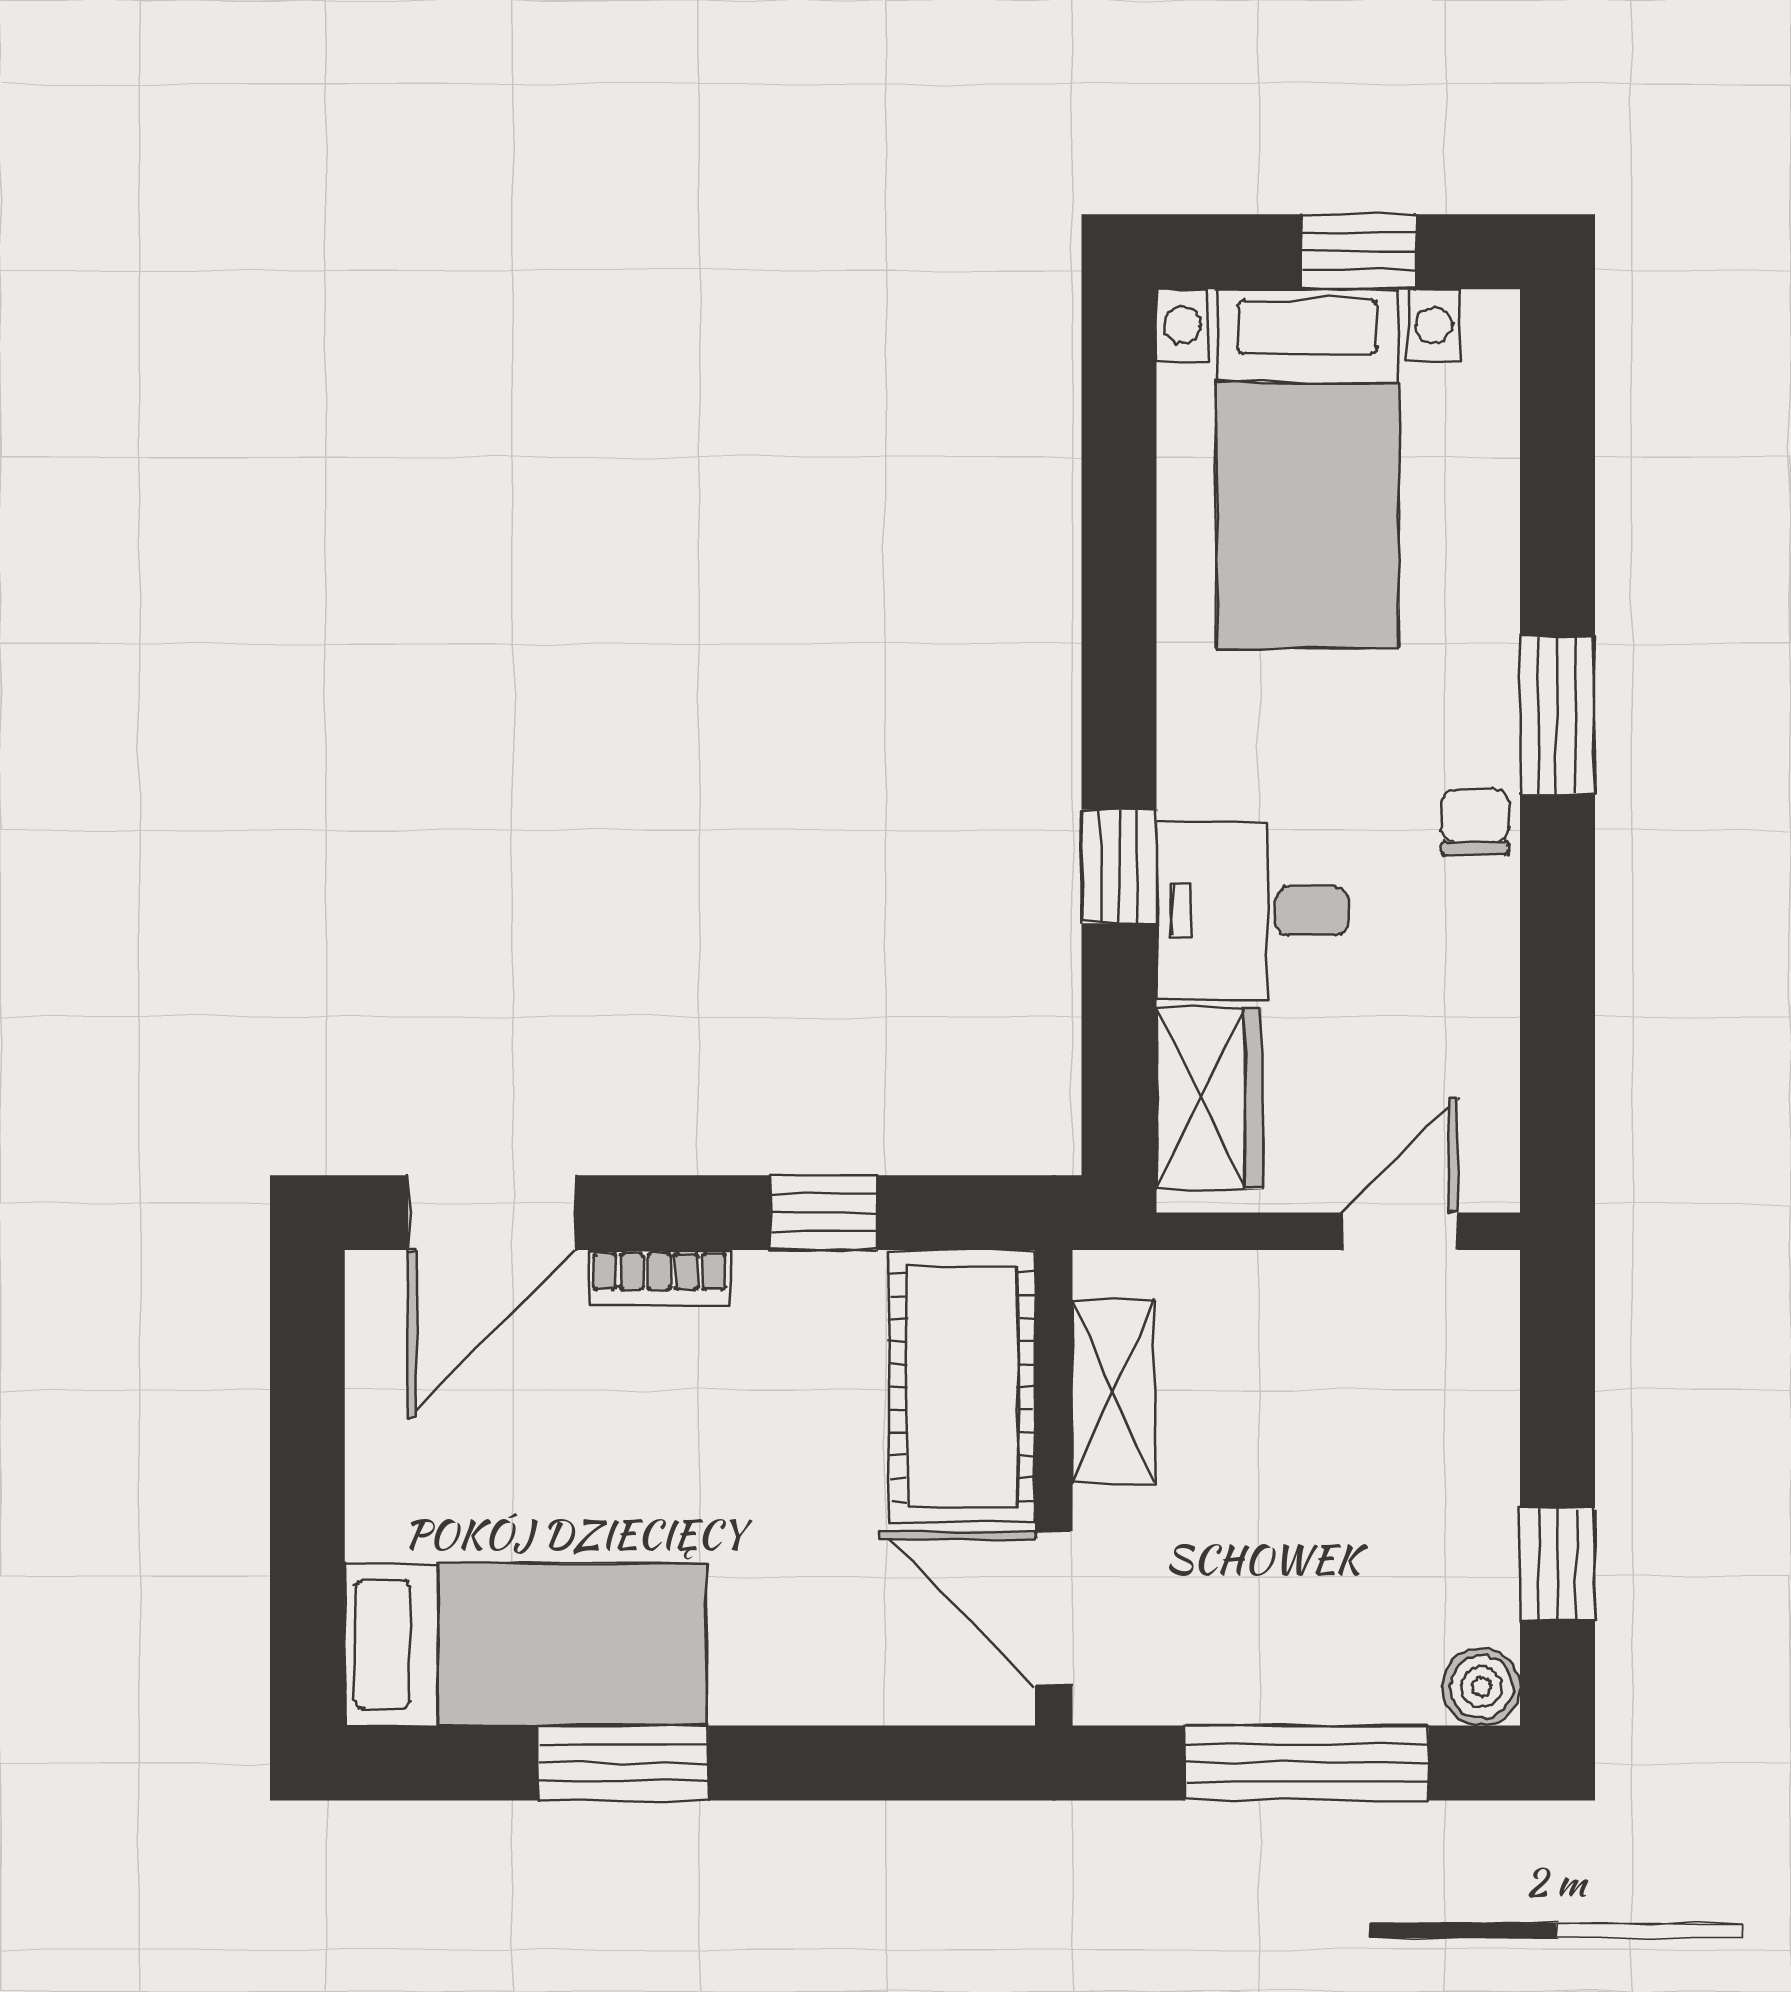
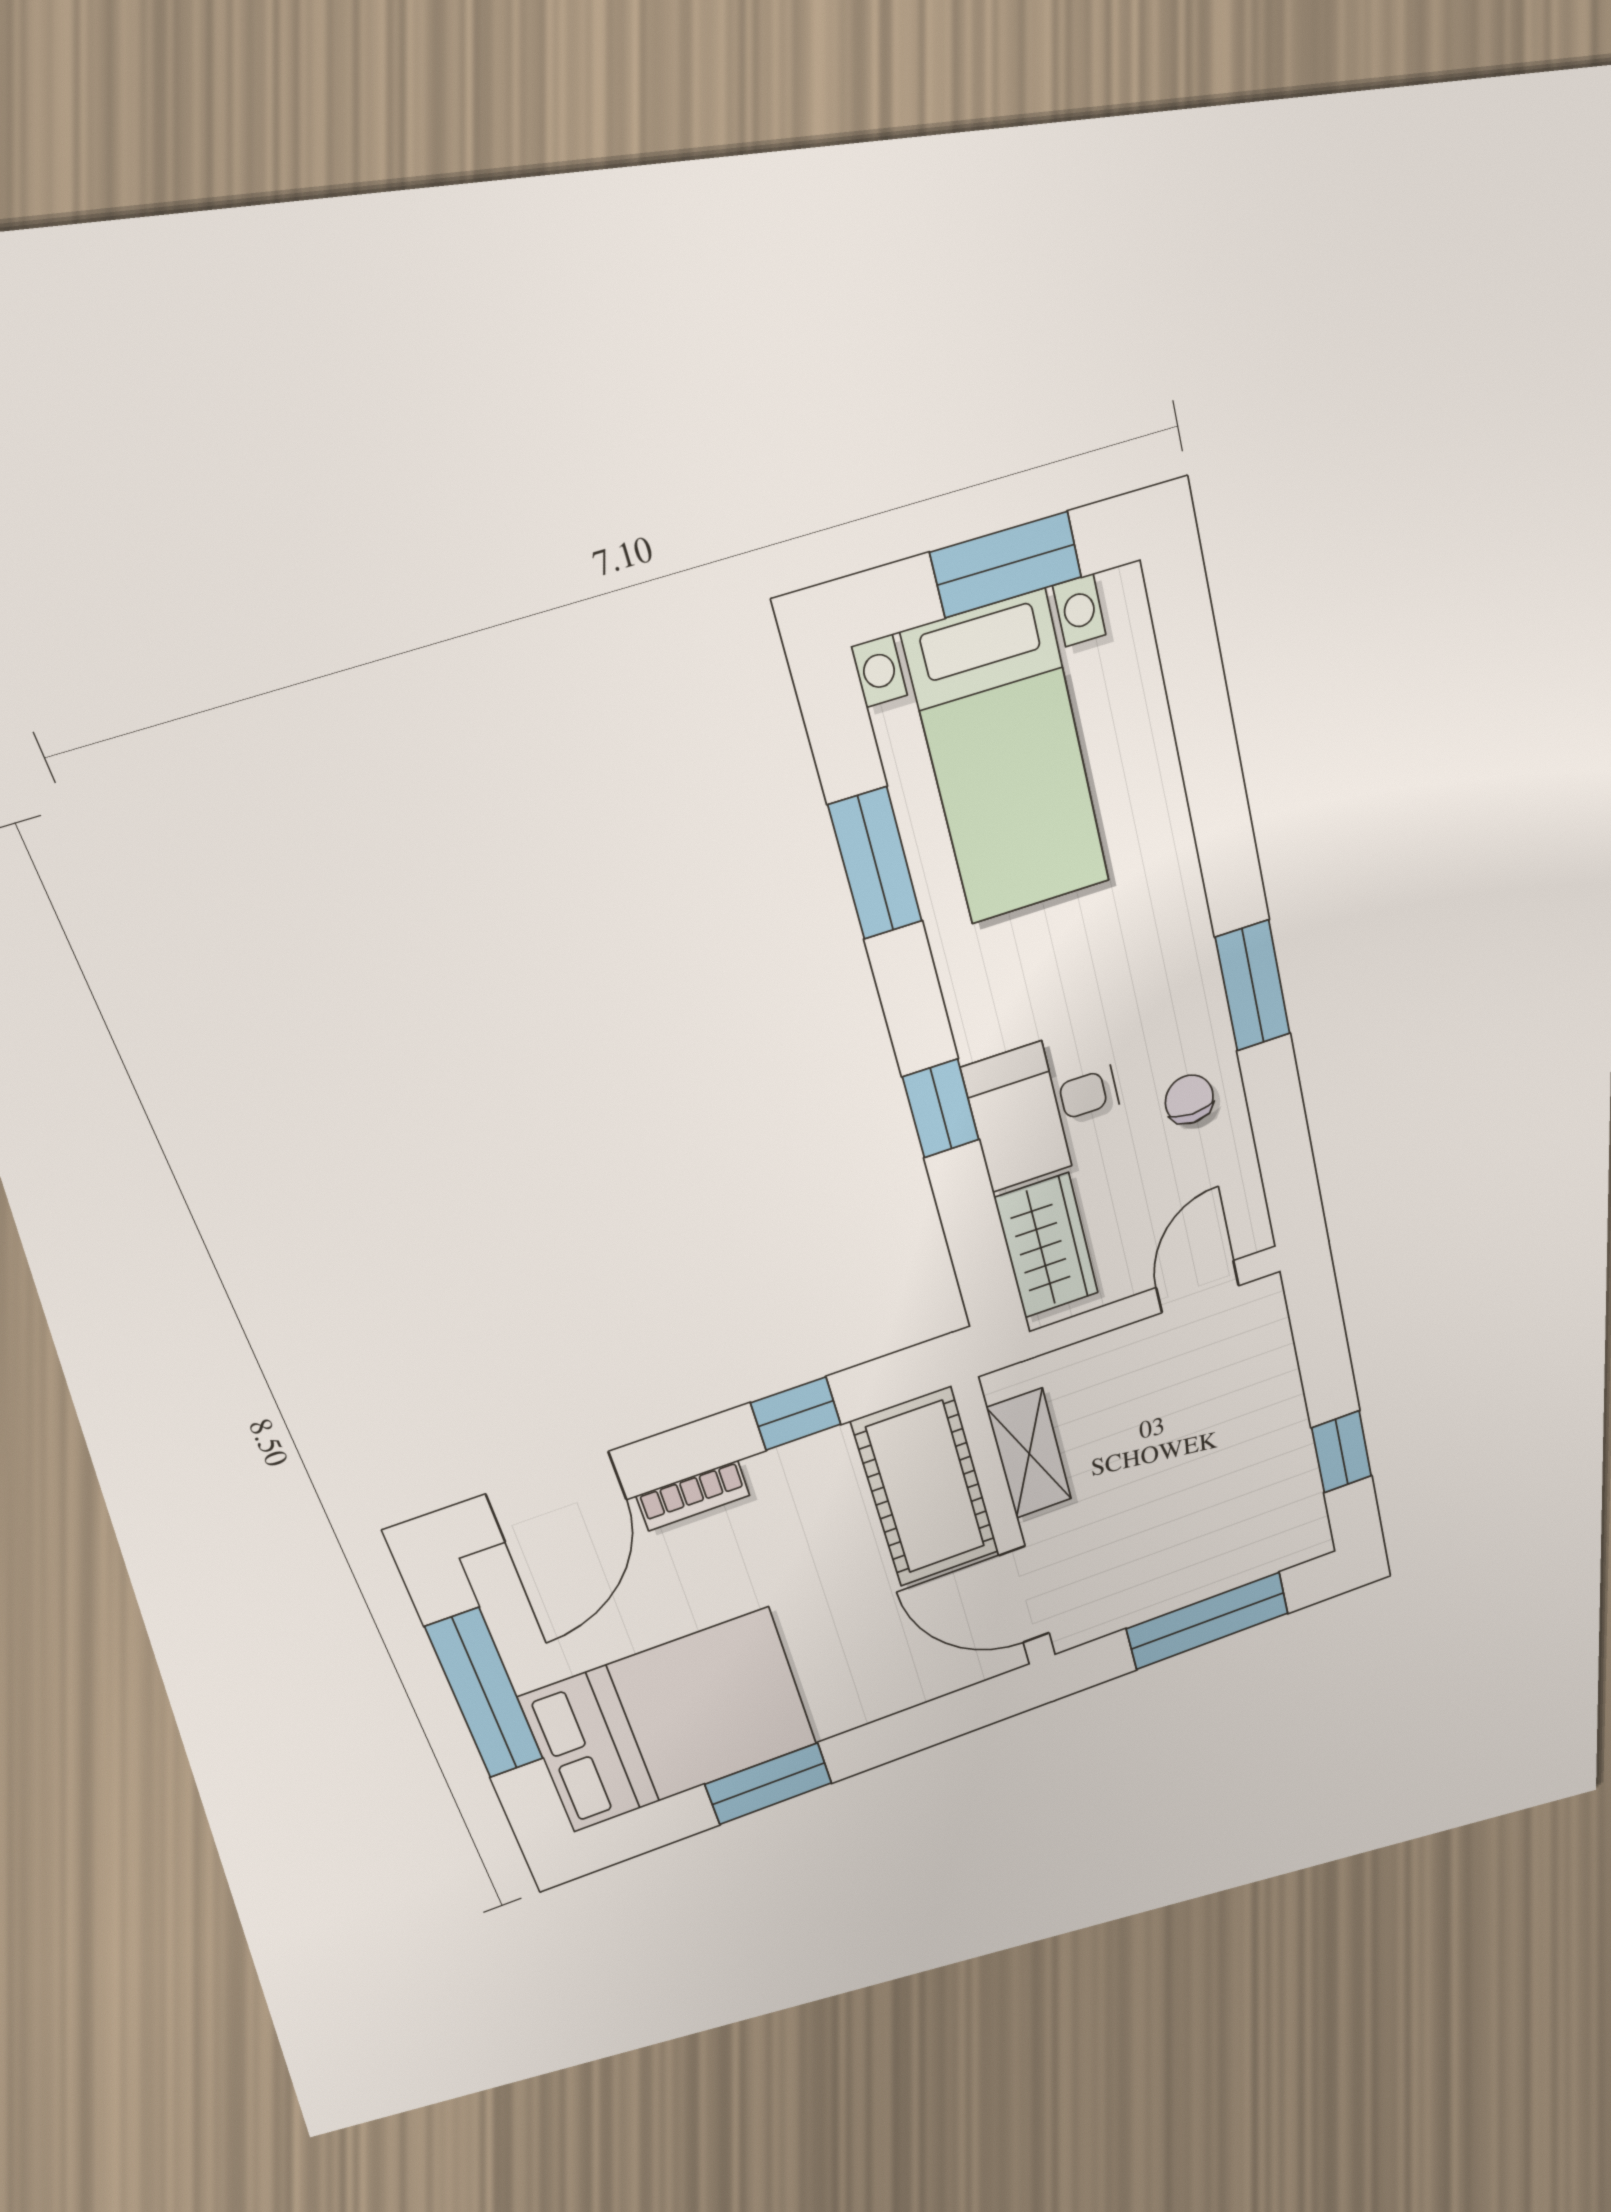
window: (1359, 252) -> (1006, 565), width x1.50
window: (1119, 540) -> (875, 864), added
window: (1557, 715) -> (1253, 986), moved
chair: (1475, 822) -> (1189, 1099), moved
window: (307, 1460) -> (485, 1694), added
bed: (525, 1644) -> (670, 1721), width x1.50
boiler: (1481, 1687) -> (1308, 1539), removed

